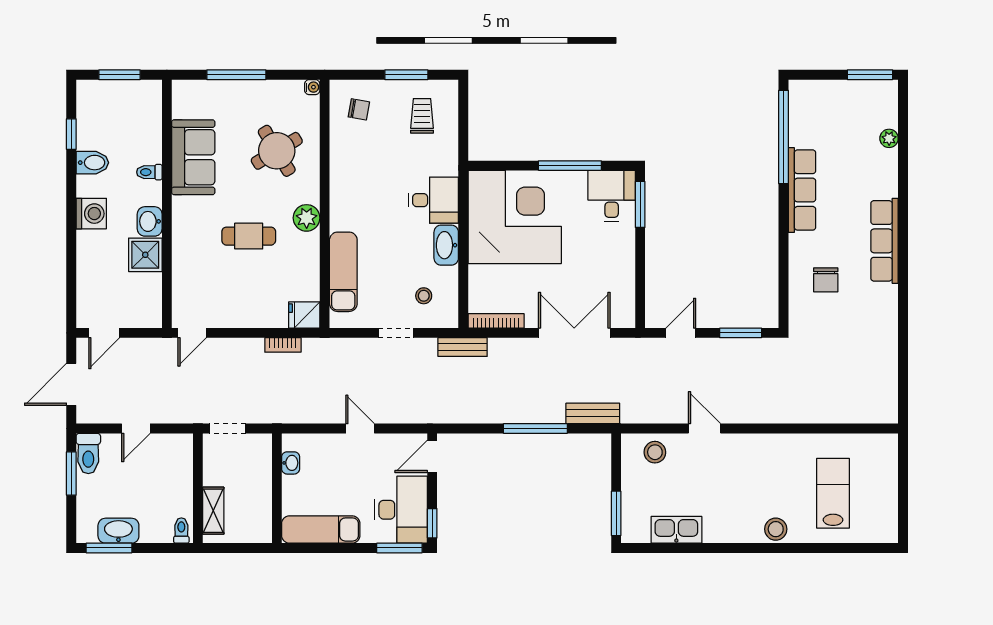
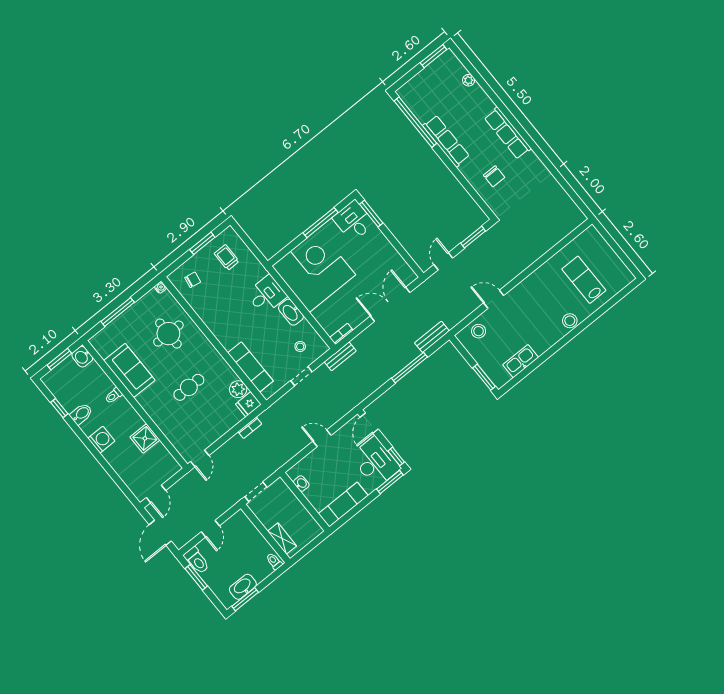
round table: (277, 151) -> (168, 334), turned 31
plant: (307, 218) -> (238, 389), moved
washbasin: (150, 221) -> (82, 357), moved
bookcase: (496, 321) -> (341, 334), width x0.64

